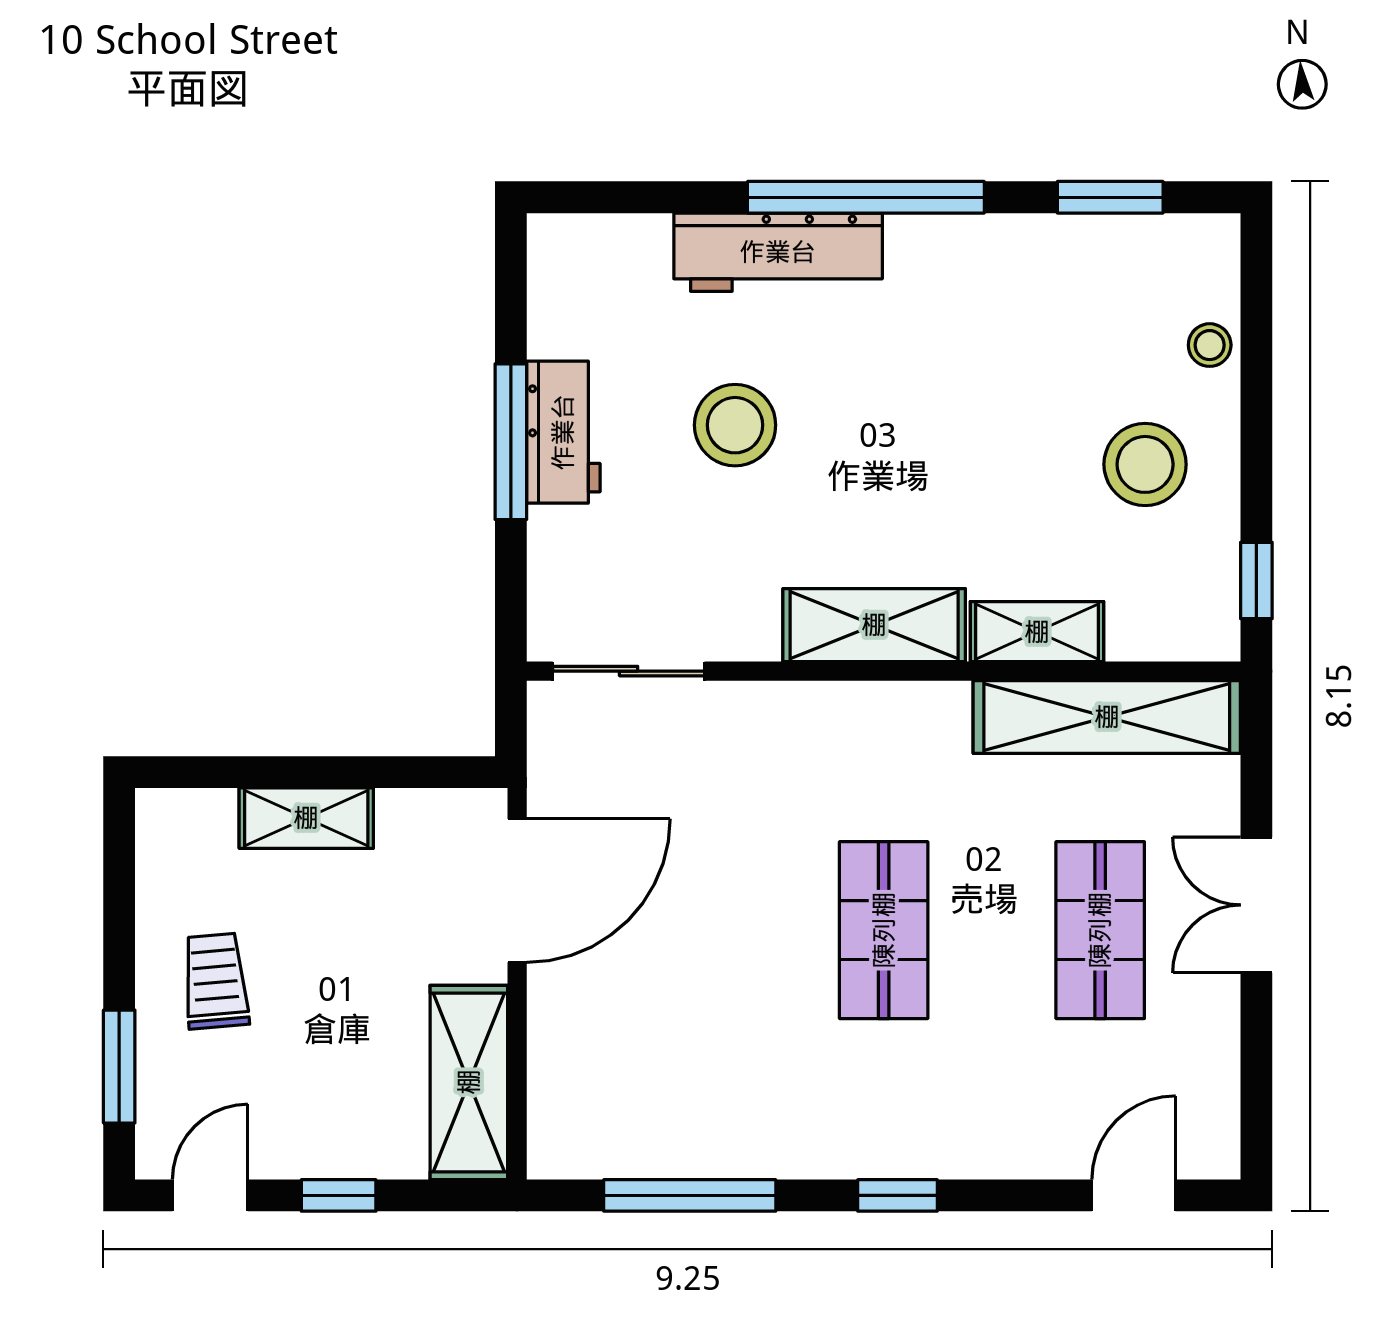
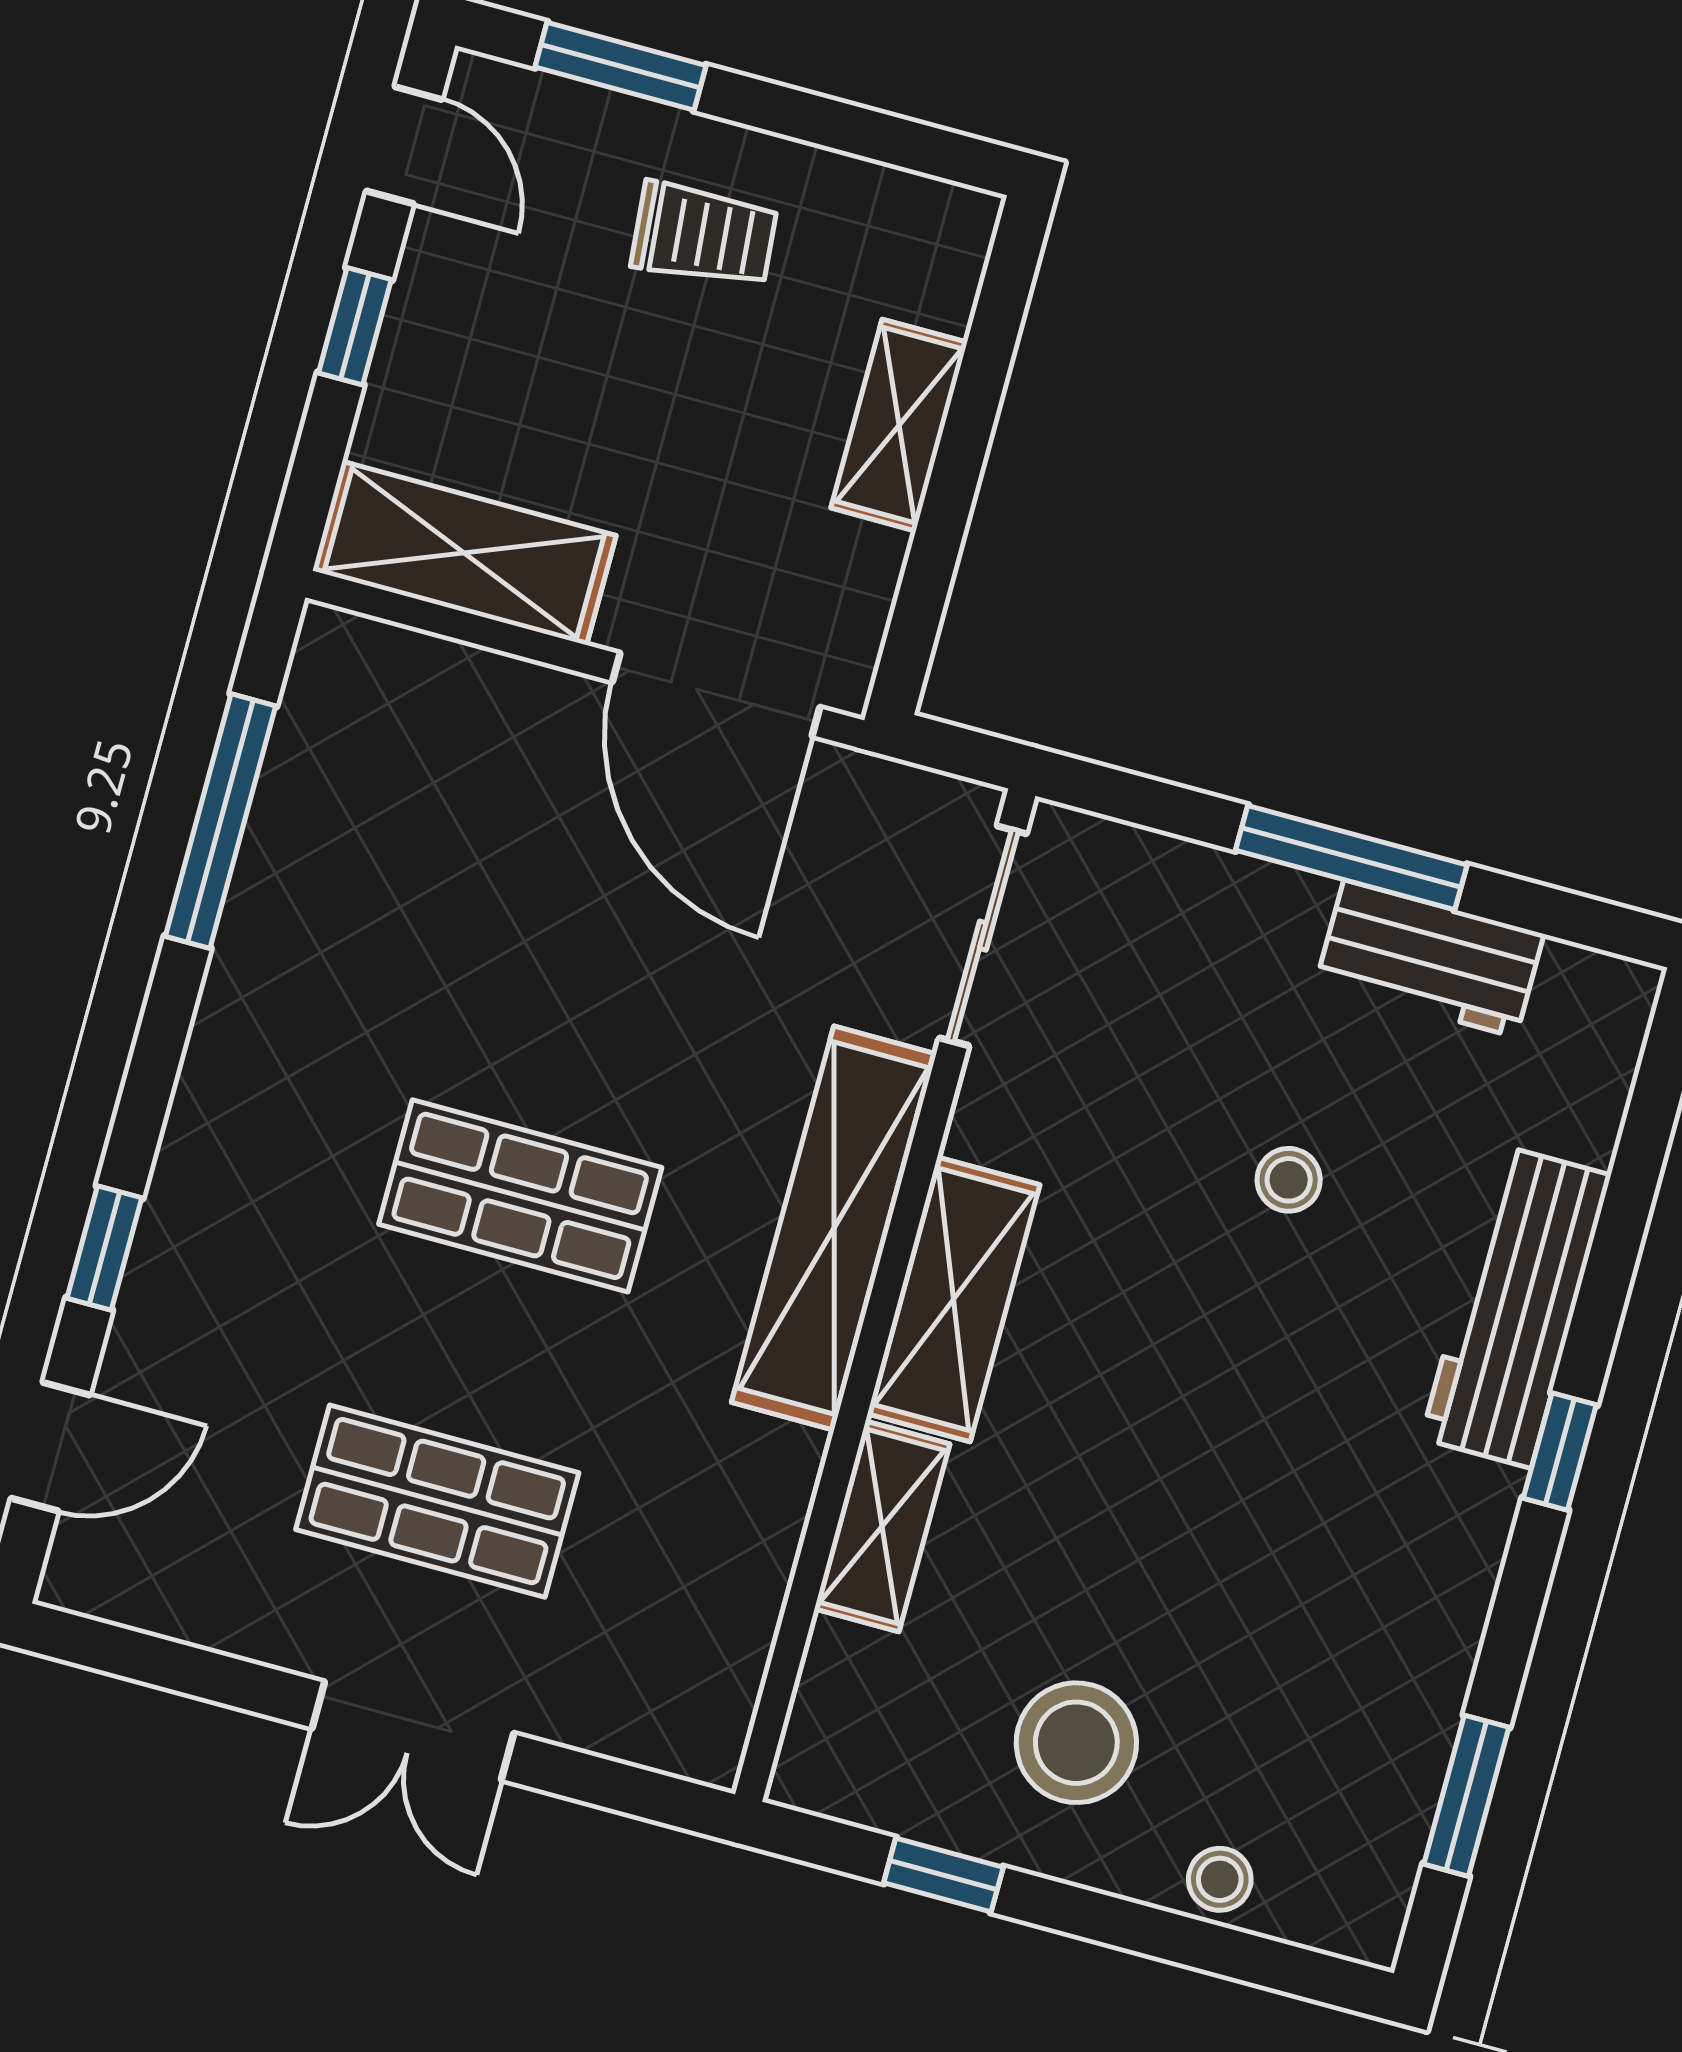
window: (866, 197) -> (1560, 1452), width x0.32
stool: (735, 425) -> (1289, 1180), width x0.53, depth x0.53
workbench: (563, 432) -> (1430, 958), moved
window: (1256, 581) -> (943, 1875), moved
shelving: (1107, 717) -> (834, 1228), moved
double door: (1256, 905) -> (413, 1731), swing flipped
window: (898, 1195) -> (104, 1248), moved
door: (1134, 1195) -> (51, 1447), hinge flipped

